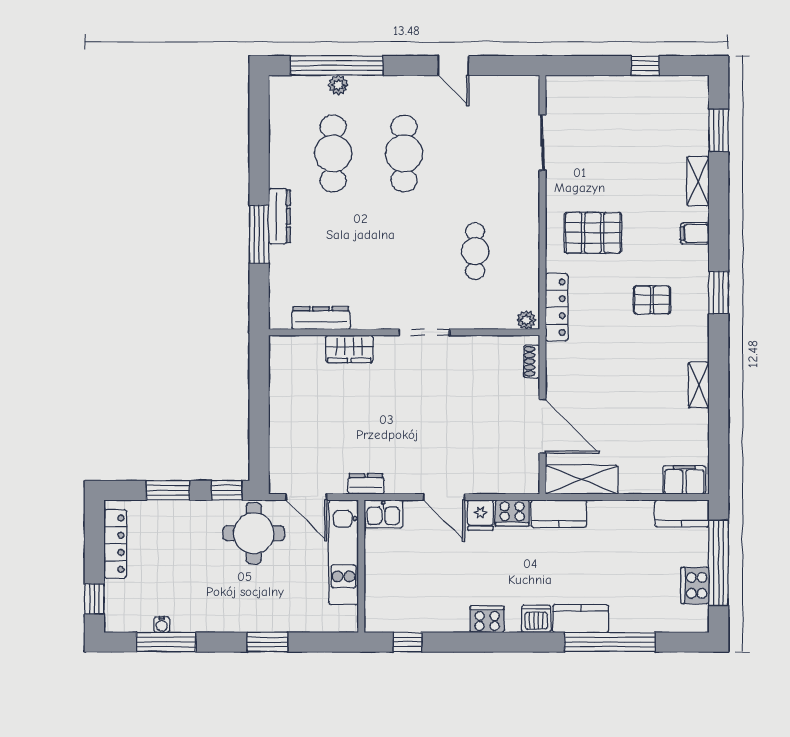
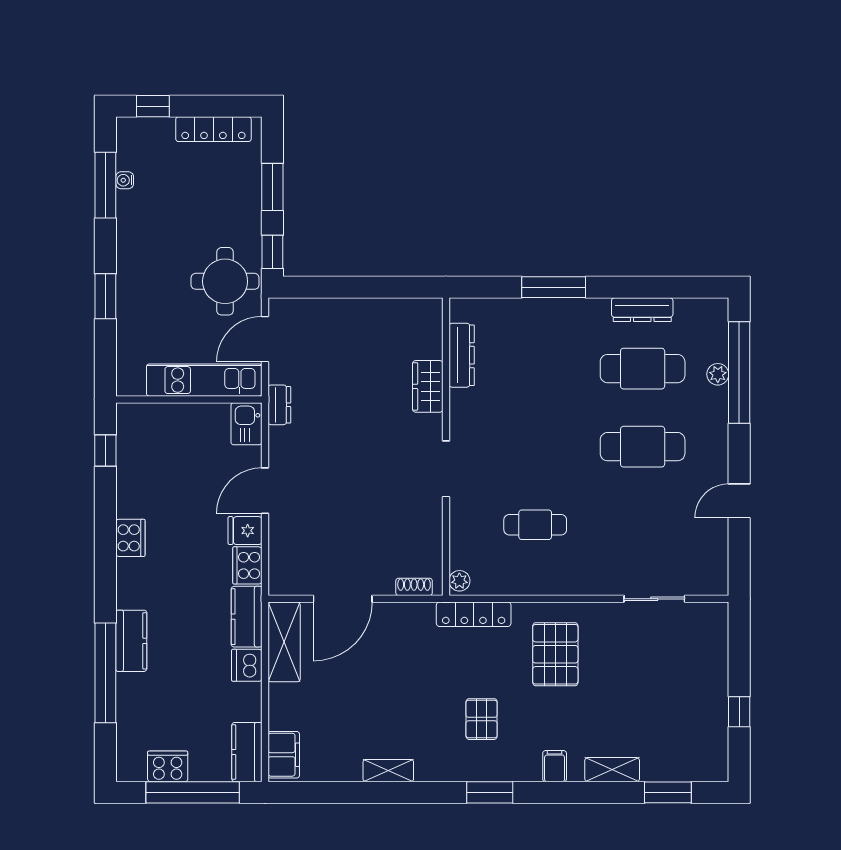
dresser: (279, 216) -> (642, 310), moved
dishwasher: (536, 619) -> (247, 665), moved, turned 180

